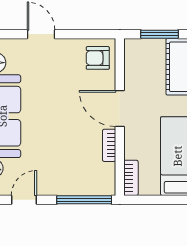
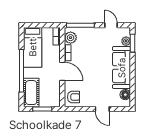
plant: (104, 175) -> (71, 38), added
door: (24, 200) -> (111, 25), swing flipped

